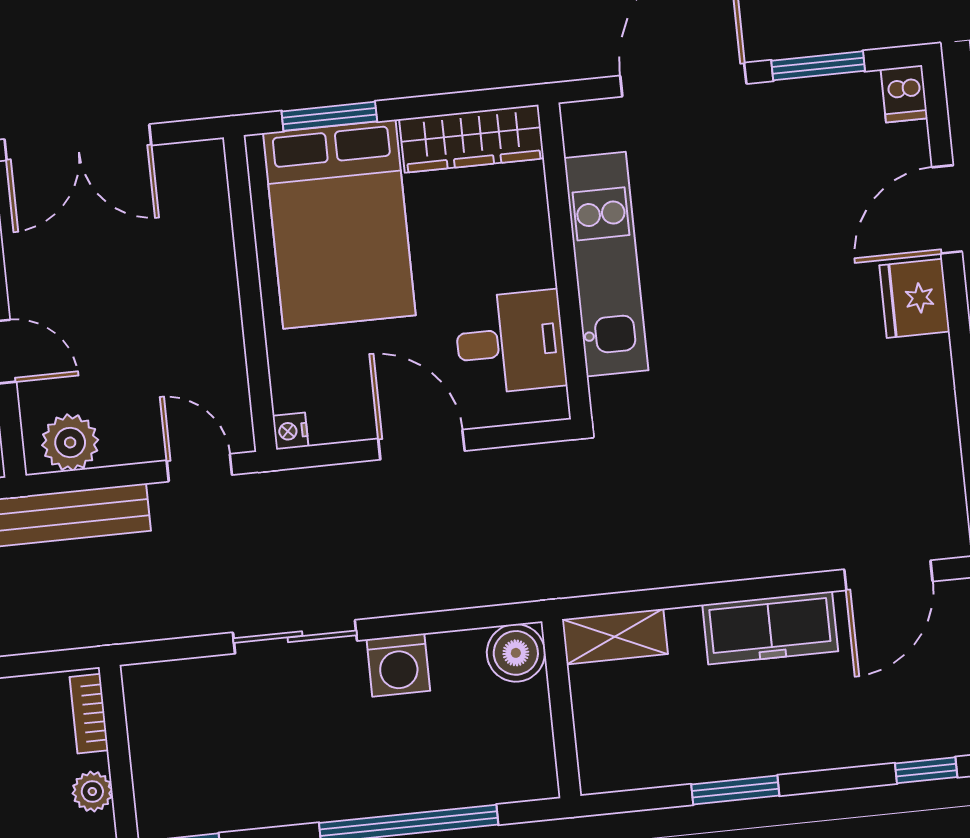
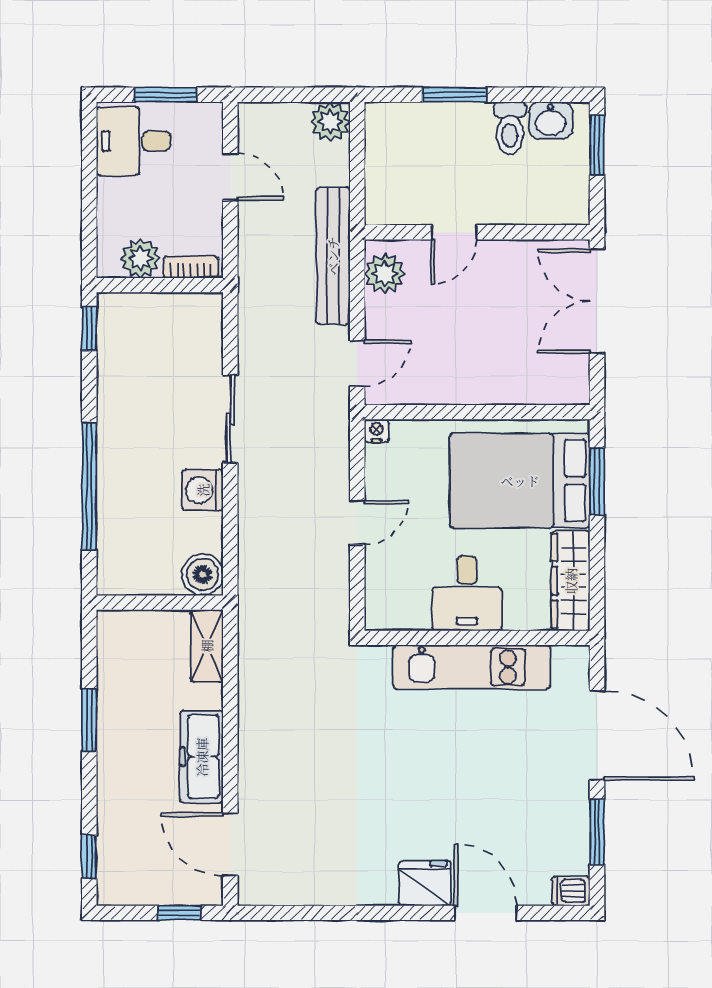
desk: (510, 342) -> (467, 593), moved
door: (421, 445) -> (357, 523), width x0.73
plant: (92, 792) -> (141, 258), width x1.38, depth x1.38

